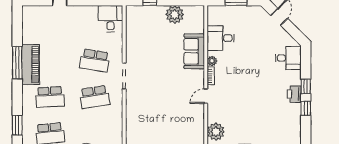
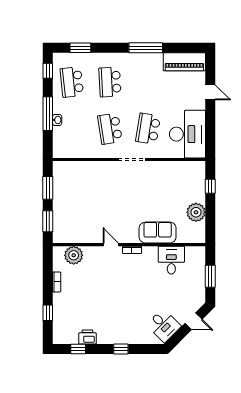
desk: (111, 19) -> (188, 134), width x1.87, depth x1.30
desk: (288, 58) -> (164, 325), moved, turned -45
plant: (212, 61) -> (147, 251), removed
piano: (31, 65) -> (184, 62), moved
printer: (294, 94) -> (87, 337), moved
window: (306, 108) -> (78, 349), moved

